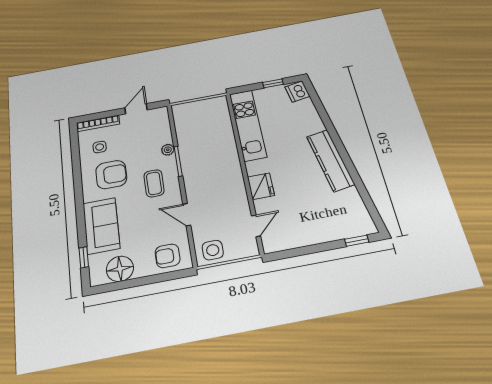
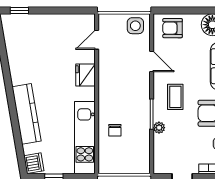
chair: (216, 138) -> (115, 130), added
kitchen counter: (330, 160) -> (27, 114), moved
armchair: (168, 256) -> (173, 28), turned 180

